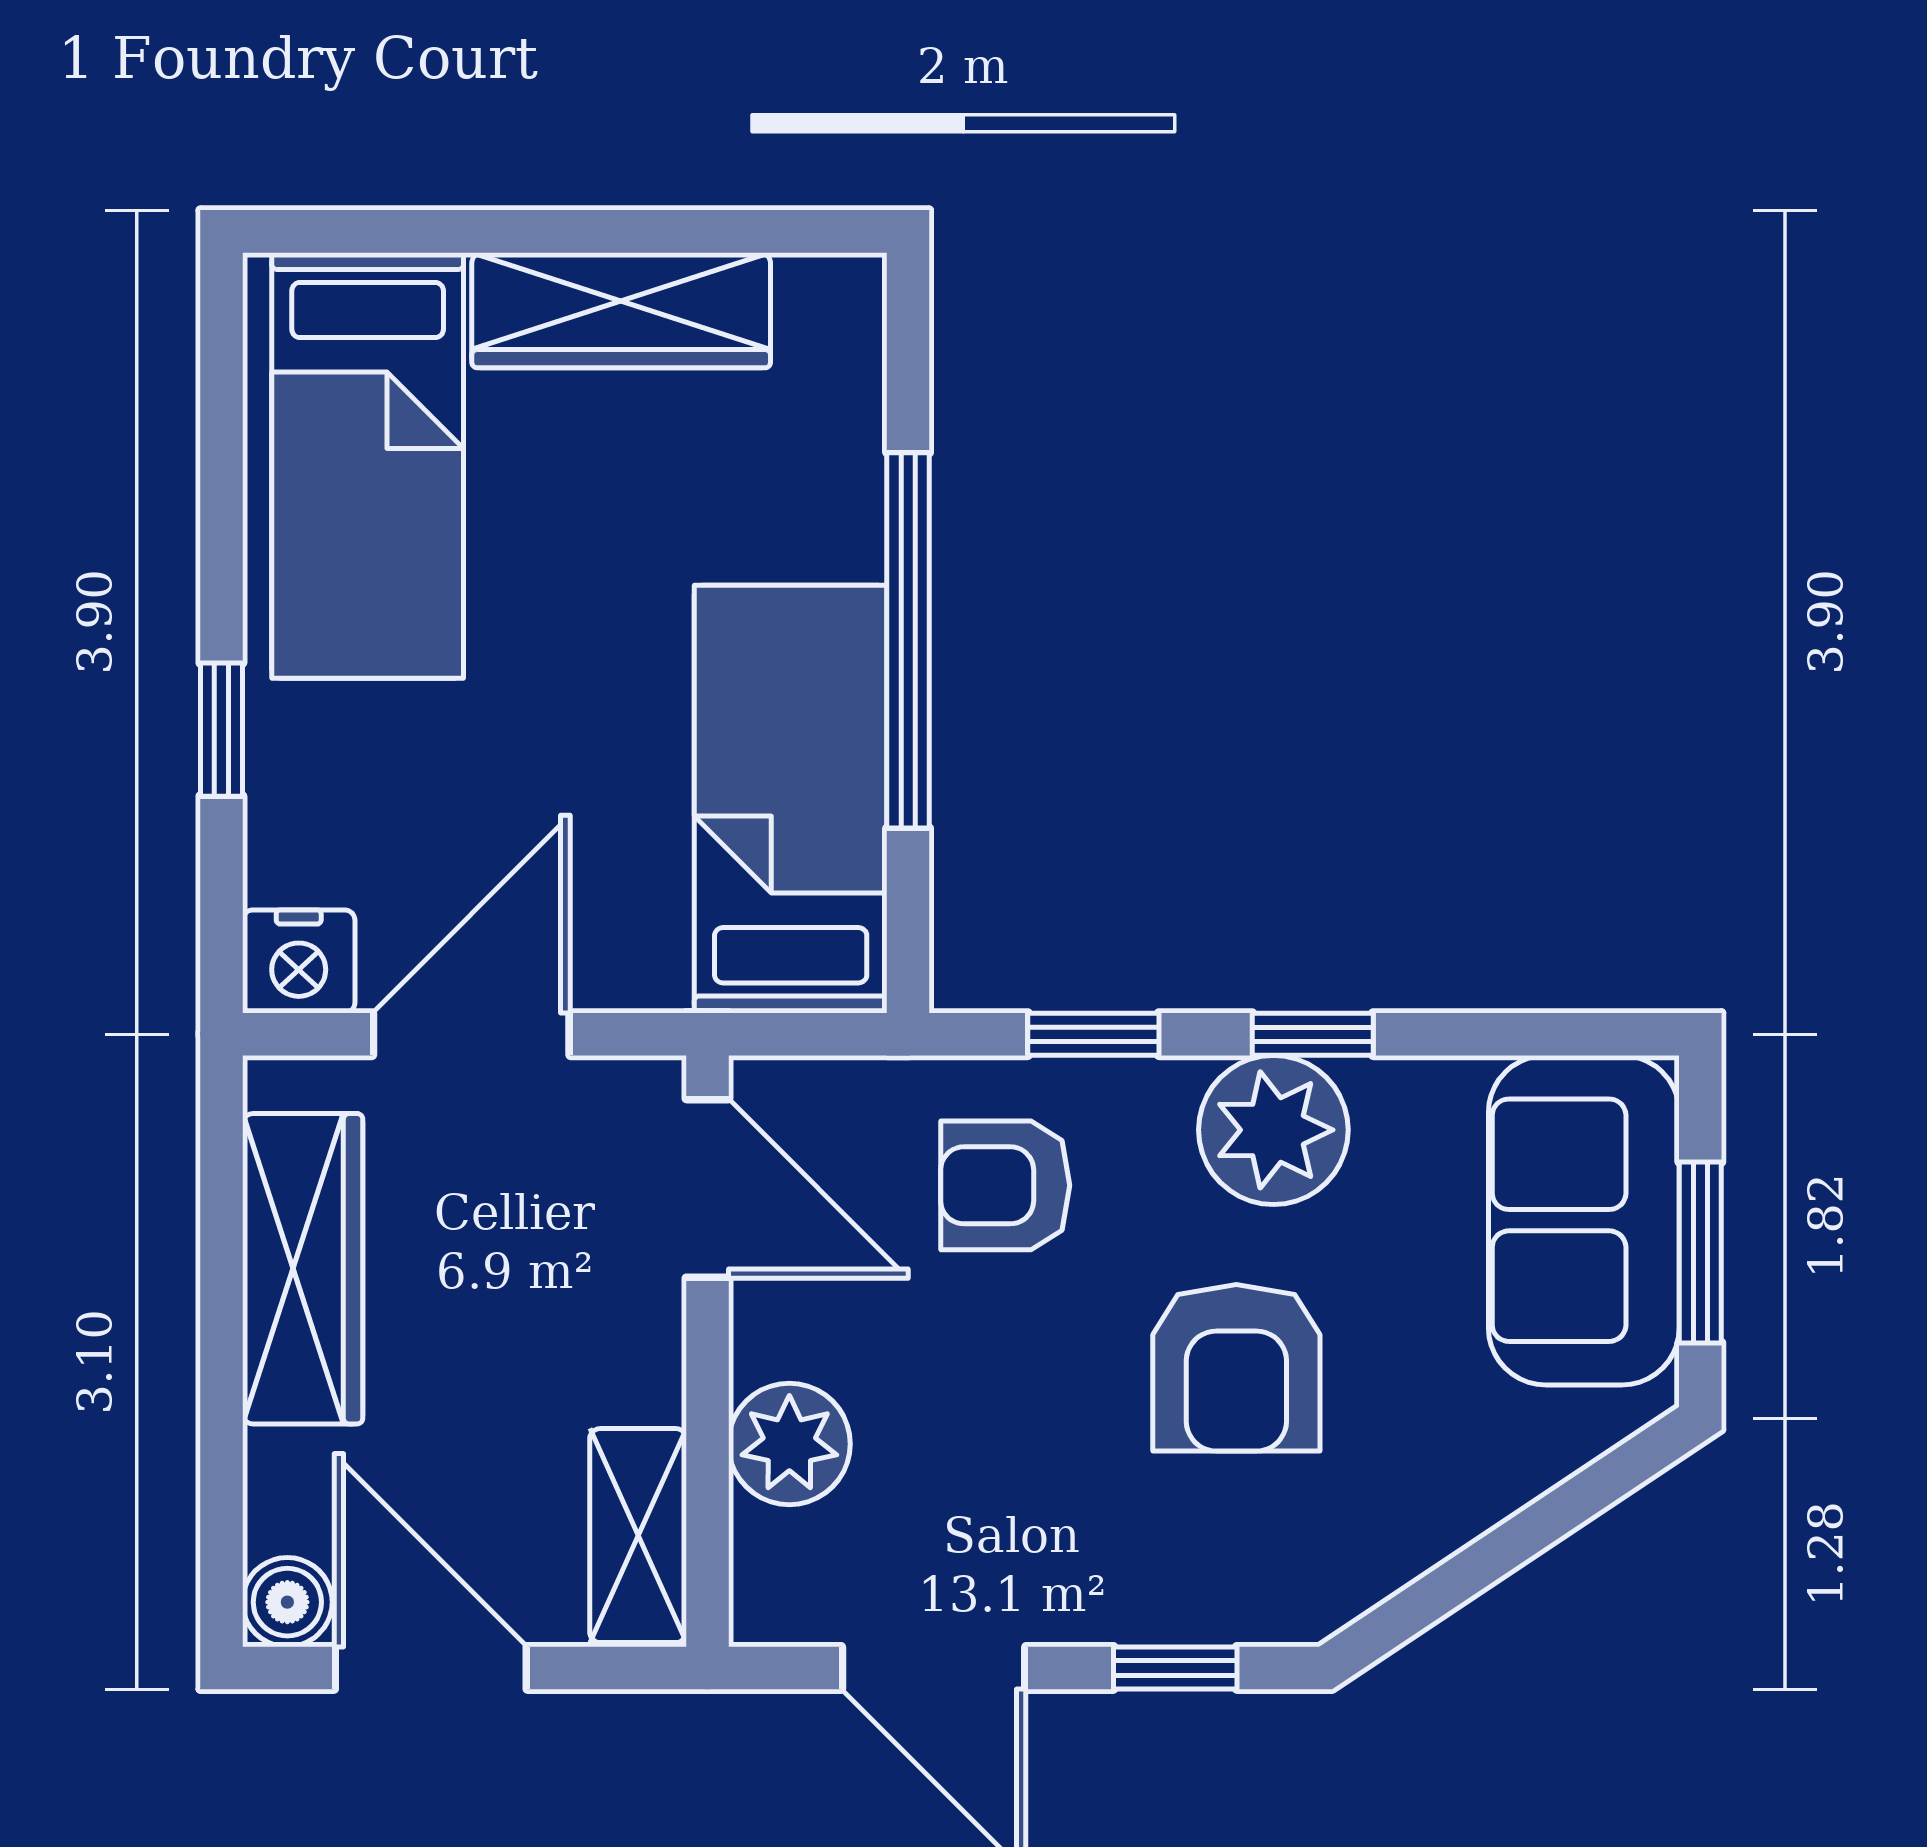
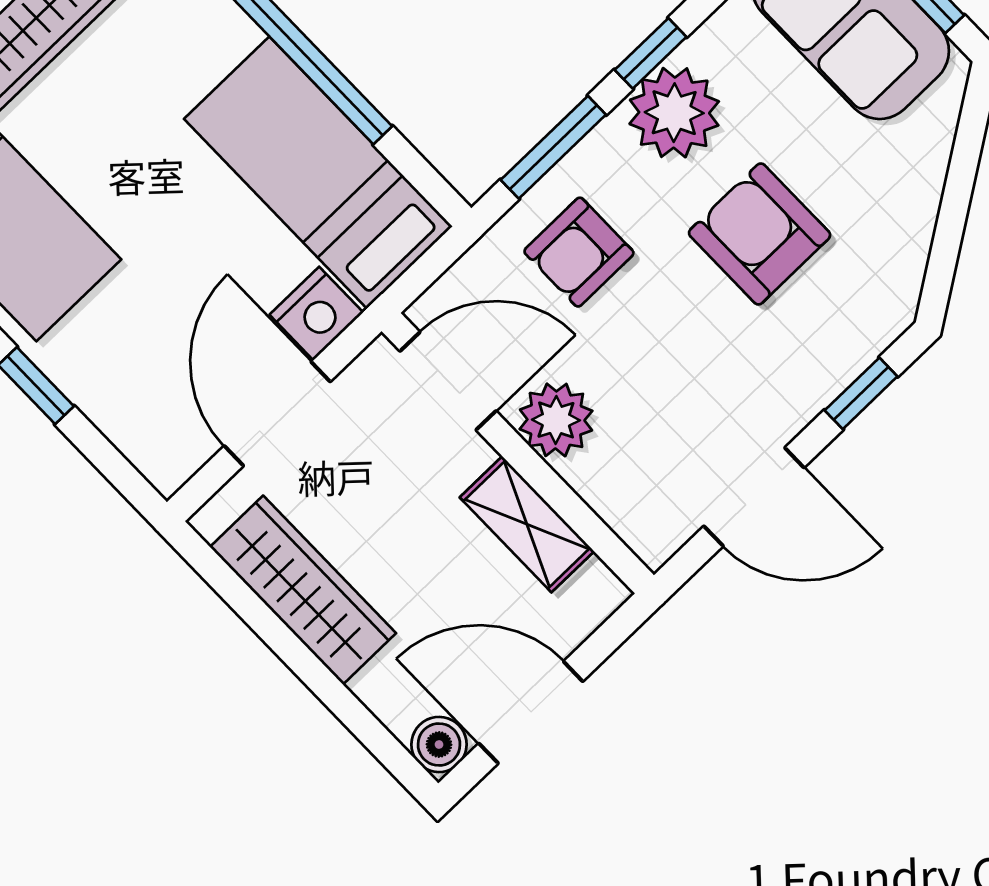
nightstand: (299, 961) -> (316, 314), moved
window: (1093, 1034) -> (553, 147), width x1.50
armchair: (1236, 1368) -> (760, 234), turned 180
plant: (789, 1444) -> (556, 420), moved
shelving: (638, 1536) -> (527, 524), moved

